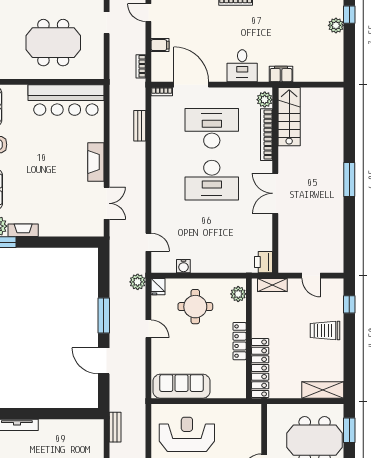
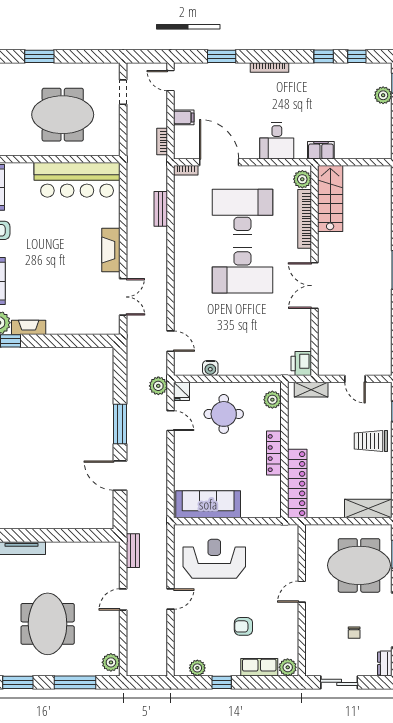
door: (148, 329) -> (171, 421), moved

